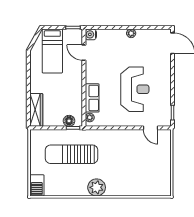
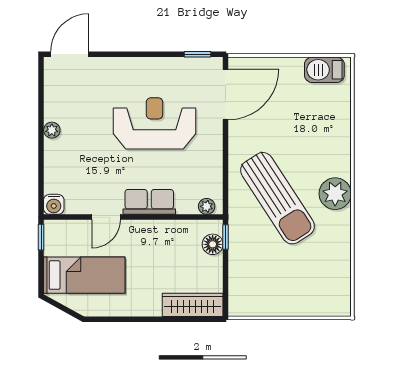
door: (84, 53) -> (106, 217), moved
row of seats: (92, 98) -> (149, 202), moved
door: (151, 128) -> (226, 94), width x1.88
sun lounger: (71, 154) -> (277, 198), moved, turned -33
barbecue: (37, 185) -> (324, 70), moved, turned 180

